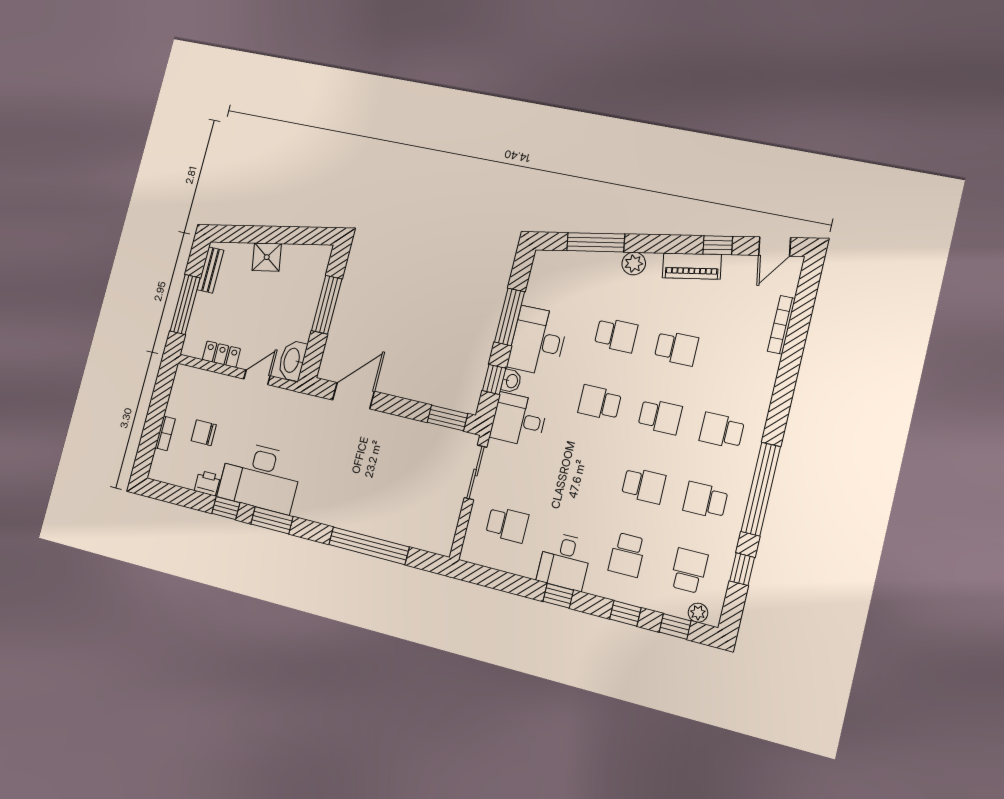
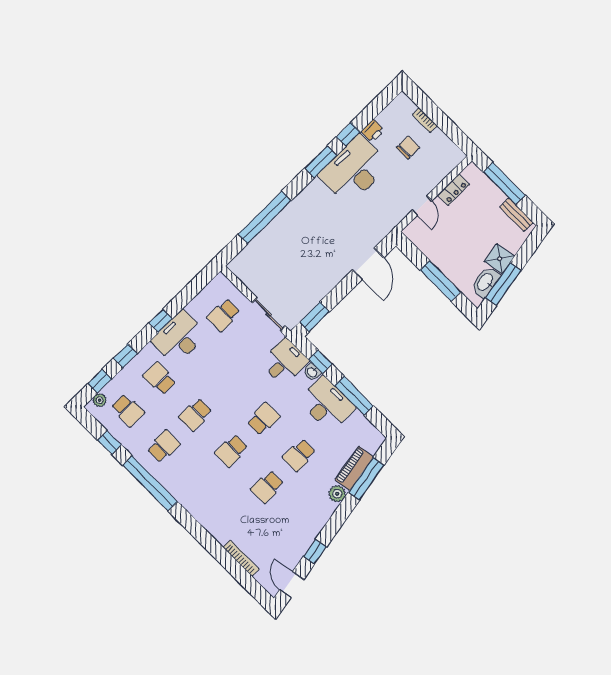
window: (291, 235) -> (503, 284), added
piano: (692, 266) -> (354, 468), moved
washbasin: (292, 360) -> (485, 282), moved, turned -100
school desk: (722, 431) -> (199, 482), removed
desk: (565, 561) -> (179, 338), width x1.37

